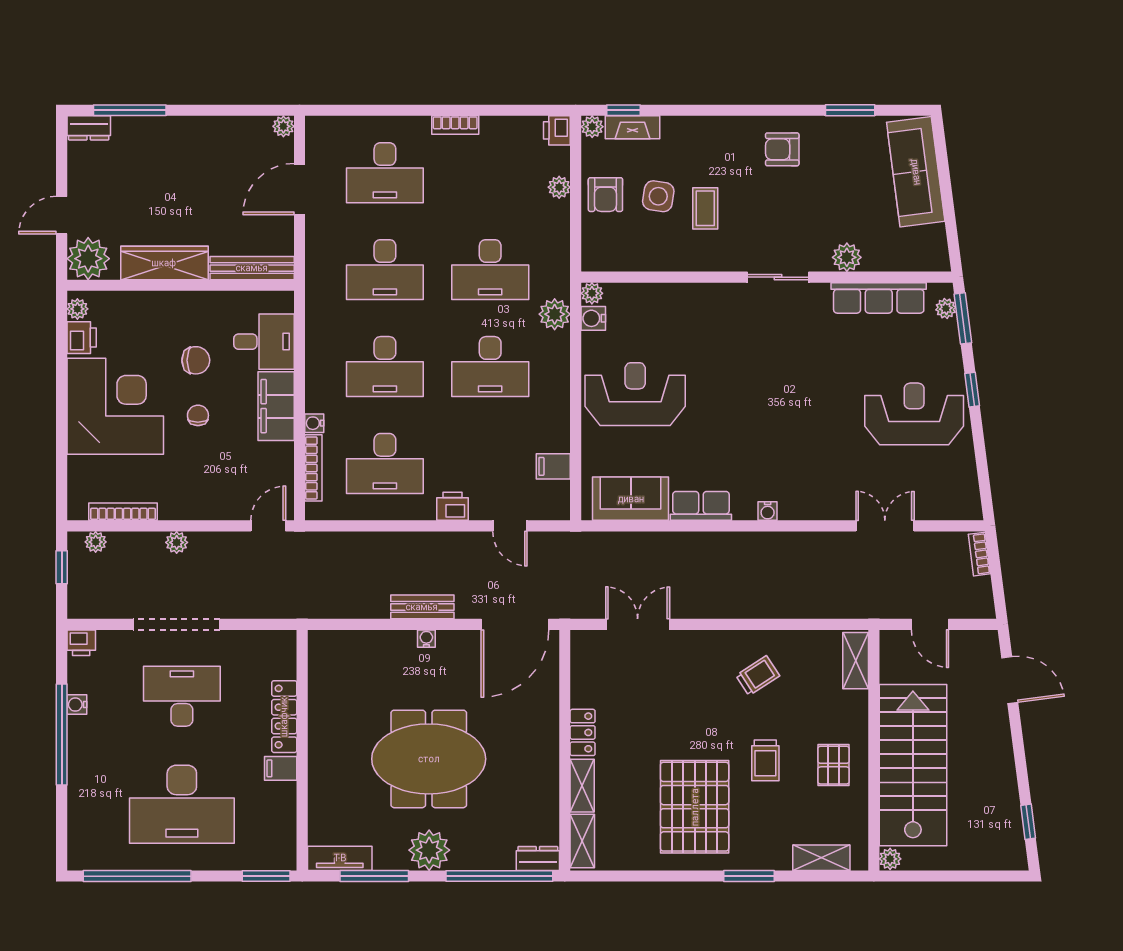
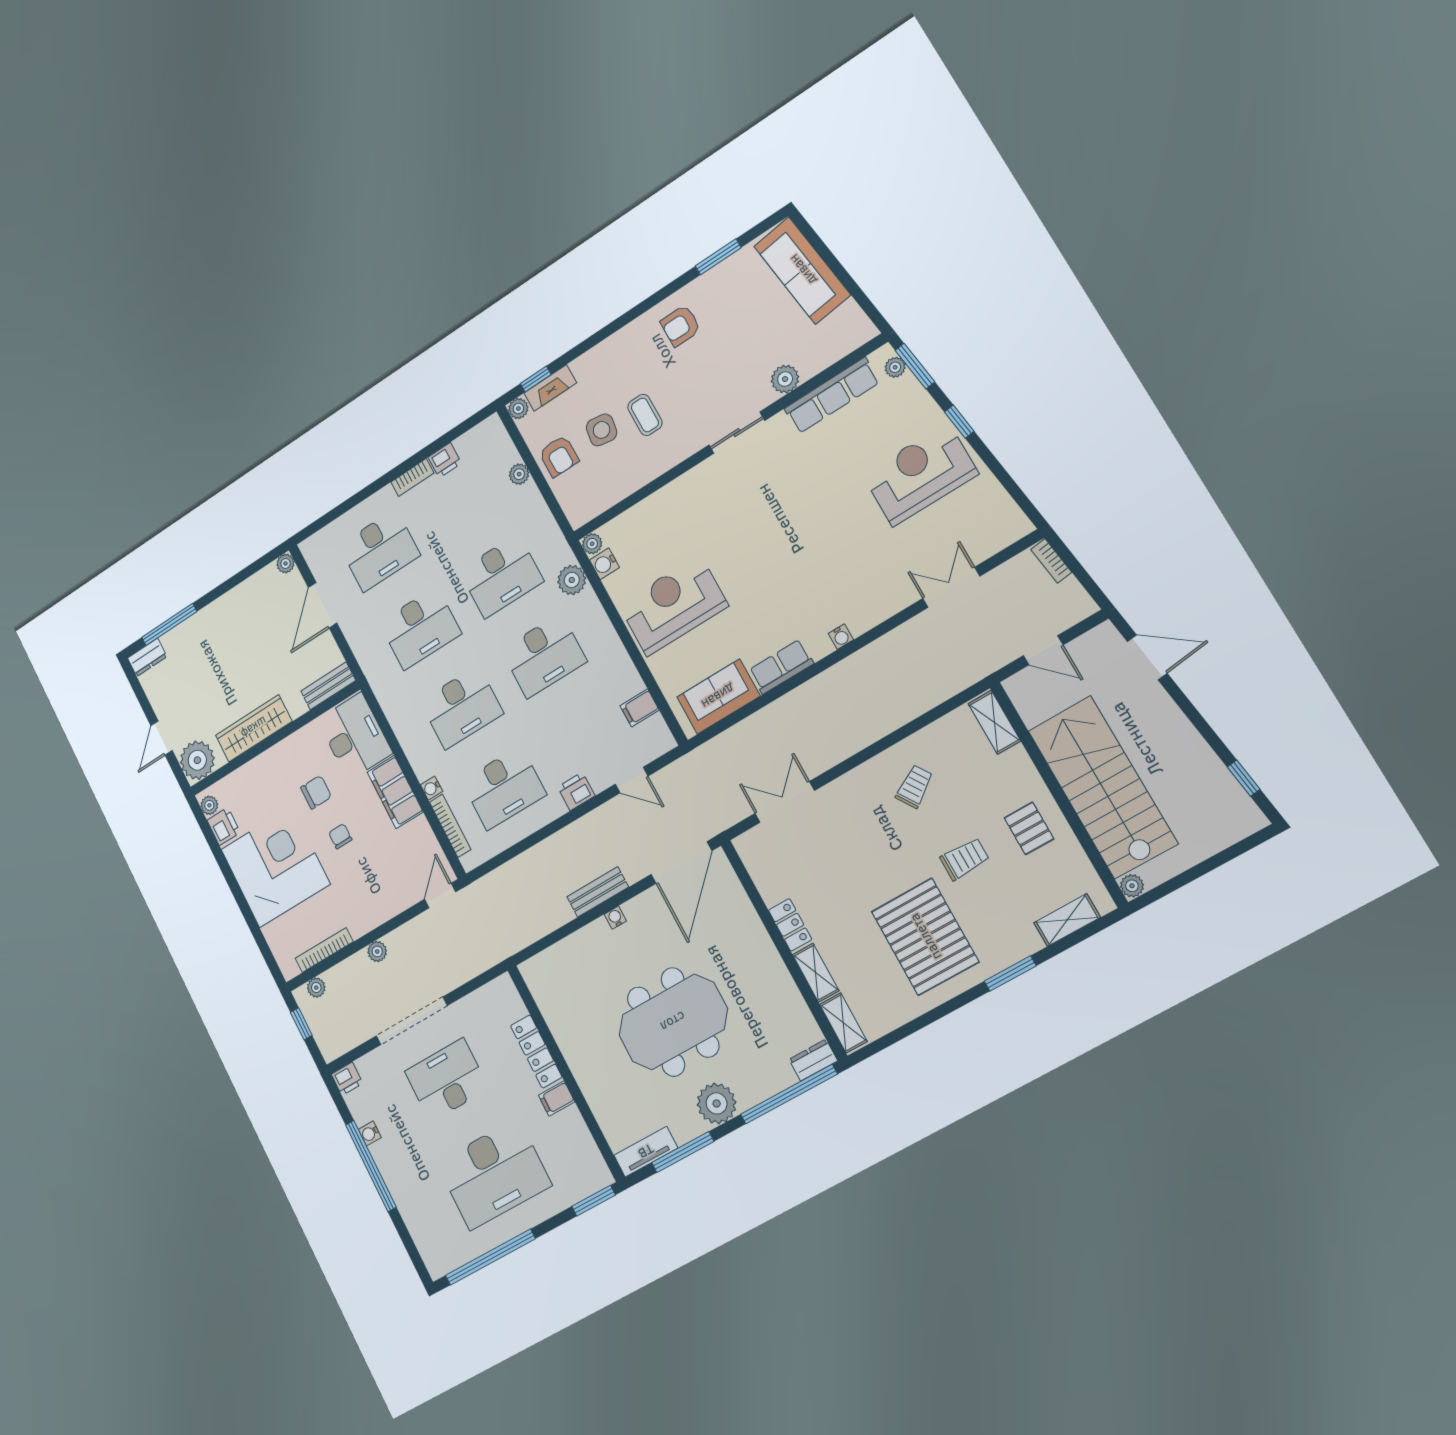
printer: (557, 130) -> (445, 460), moved, turned -90
bench: (252, 268) -> (328, 686), width x0.73
desk: (264, 342) -> (355, 736), width x1.37
trolley: (765, 760) -> (965, 859), turned -90

